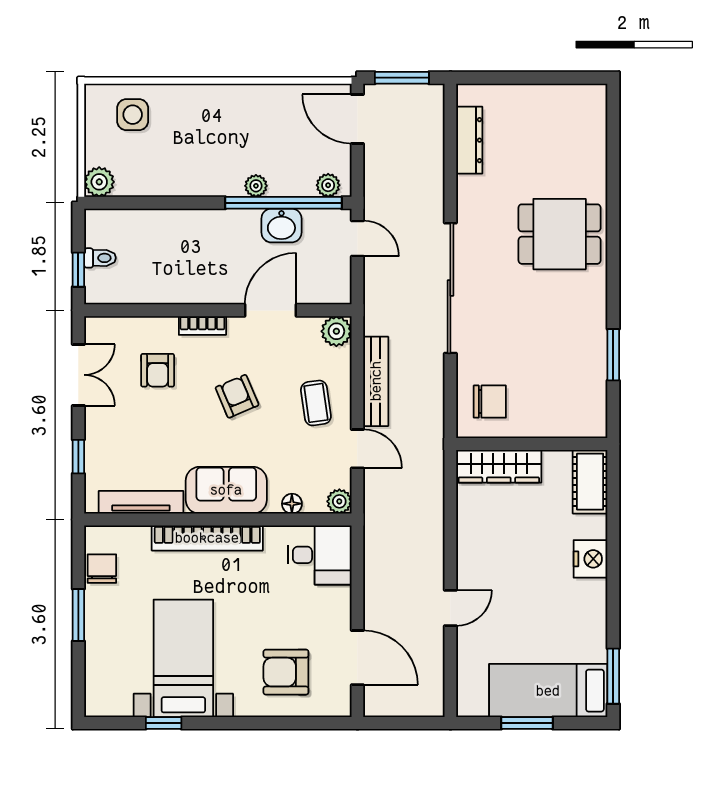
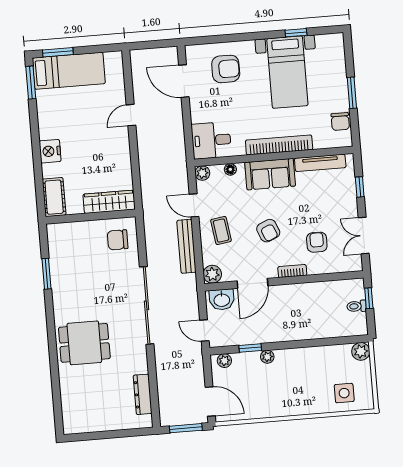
window: (283, 203) -> (250, 348), width x0.32
washbasin: (281, 226) -> (222, 300), moved, turned 180
window: (527, 723) -> (58, 52), moved

